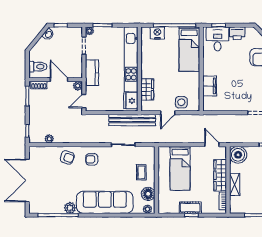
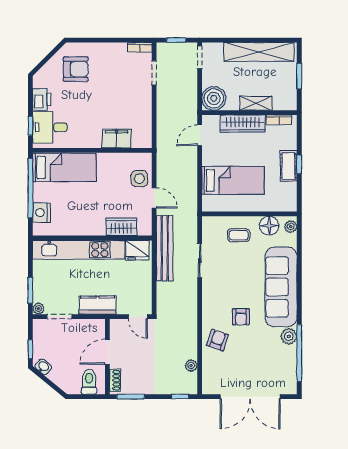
plant: (78, 86) -> (116, 325), removed
armchair: (92, 159) -> (241, 317), moved

